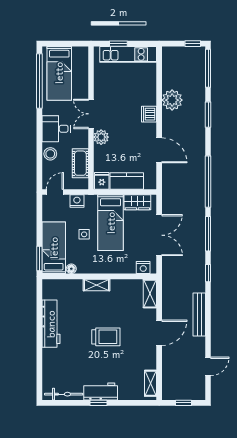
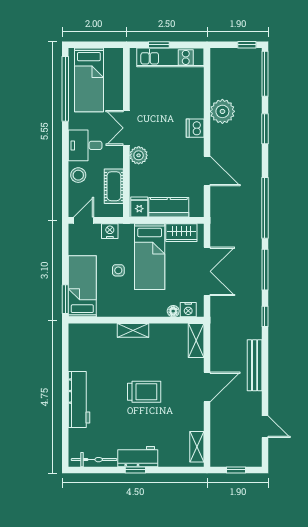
floor lamp: (71, 269) -> (173, 311), moved
workbench: (51, 324) -> (79, 399), moved
door: (208, 366) -> (265, 427), hinge flipped

